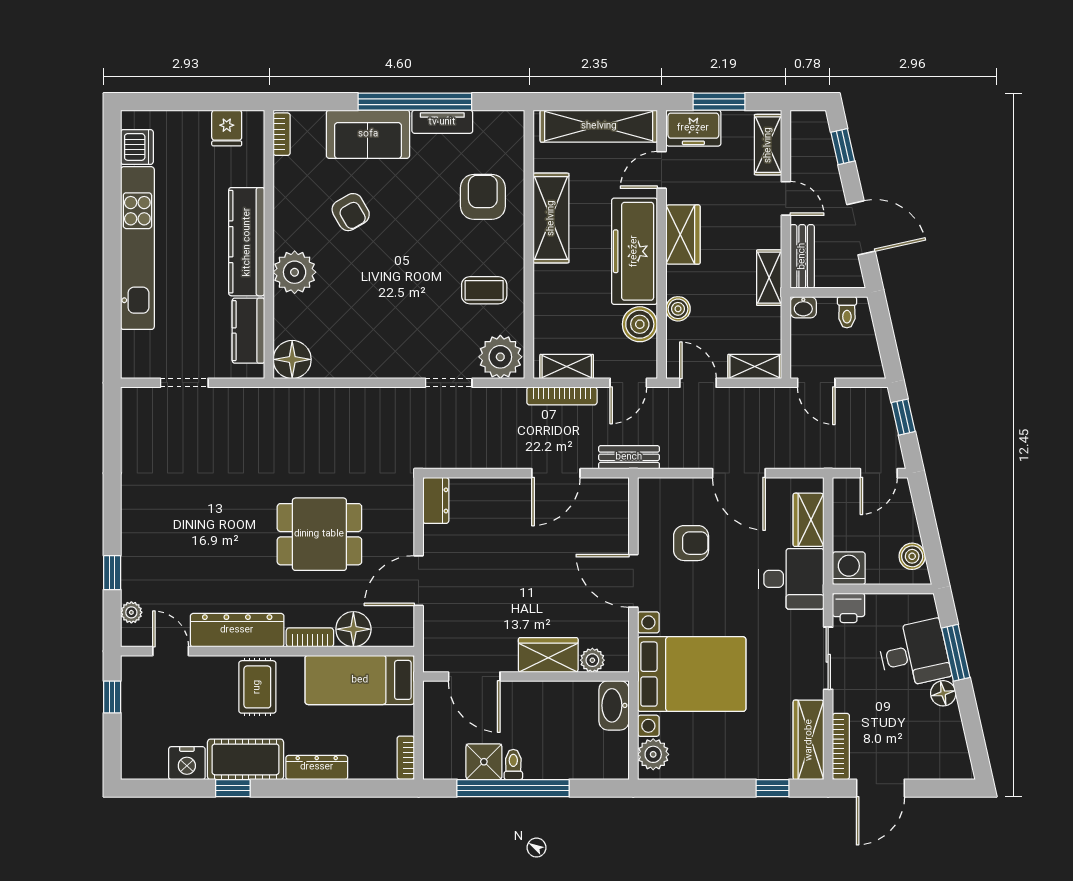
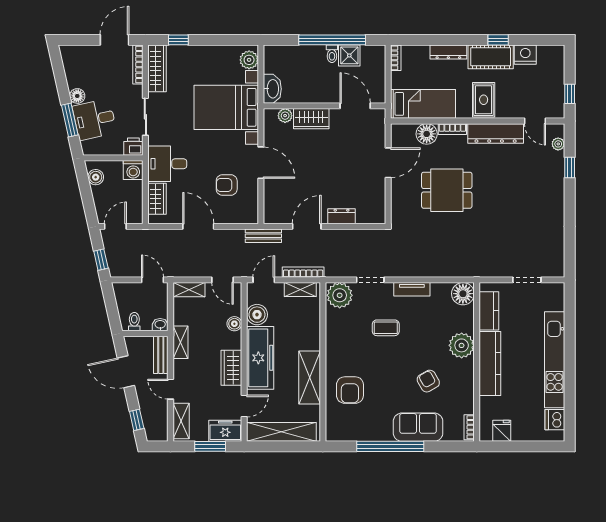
tv unit: (442, 122) -> (412, 289), moved, turned 180
coffee table: (484, 290) -> (386, 328), moved
dresser: (436, 500) -> (342, 216), moved, turned 90

